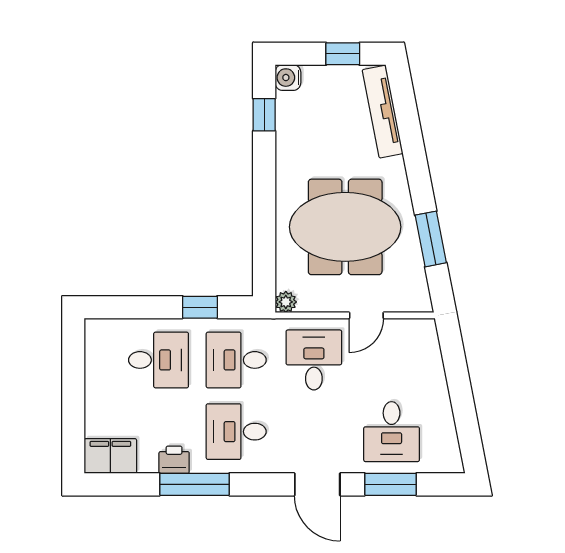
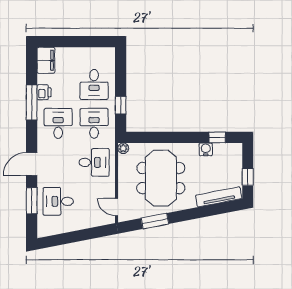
water cooler: (288, 78) -> (206, 149), moved
door: (366, 315) -> (116, 207), moved

